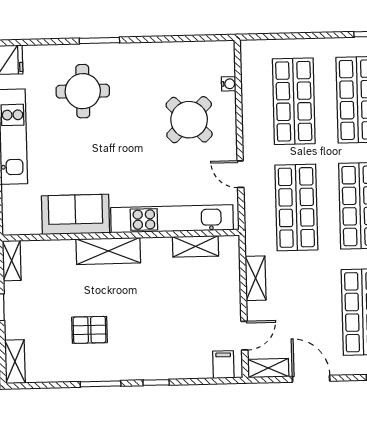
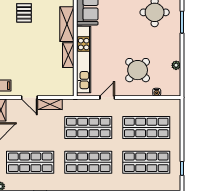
plant: (179, 49) -> (176, 65), added
shelving: (195, 246) -> (68, 55), moved
door: (244, 336) -> (29, 97), moved

